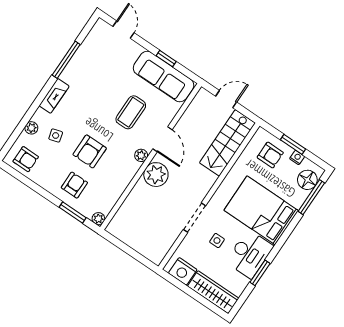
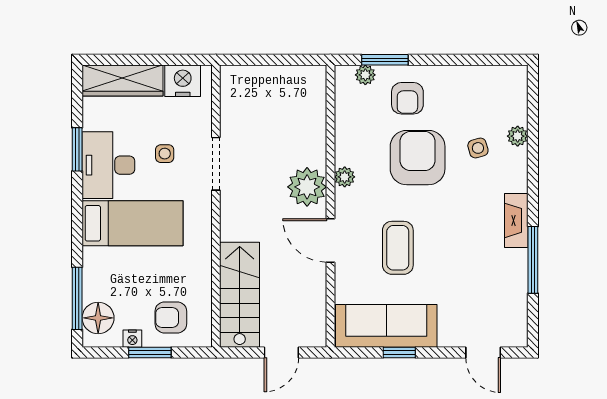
fireplace: (54, 96) -> (516, 220), moved
armchair: (90, 151) -> (418, 158), width x1.36, depth x1.36
plant: (141, 155) -> (345, 177), moved
armchair: (26, 159) -> (497, 89), removed
bed: (261, 210) -> (133, 223), width x0.67
plant: (98, 219) -> (365, 75), moved

